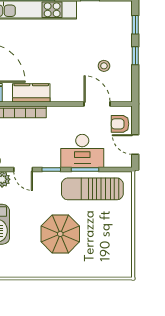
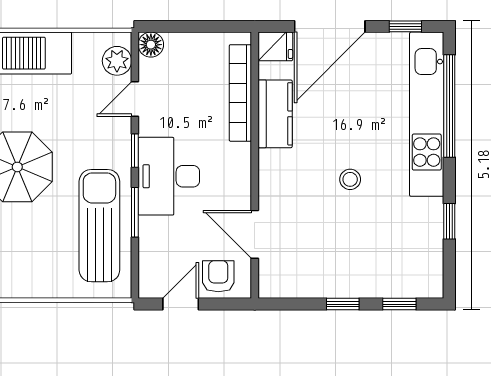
stool: (104, 66) -> (350, 179), moved
door: (97, 104) -> (255, 234), swing flipped
desk: (82, 151) -> (169, 176), moved

